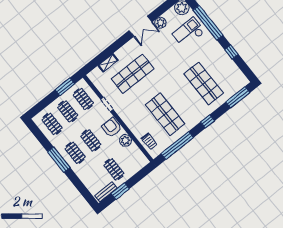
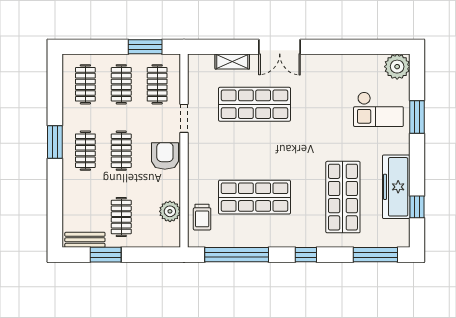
plant: (160, 23) -> (350, 64), removed
window: (208, 23) -> (417, 117), width x0.47
double door: (141, 26) -> (280, 47), moved
checkout: (189, 33) -> (378, 109), turned 180
window: (231, 52) -> (417, 207), moved
freezer: (223, 60) -> (396, 187), added
shop shelf: (165, 114) -> (255, 197), turned 90
plant: (126, 140) -> (170, 211), moved
window: (59, 160) -> (55, 142), width x0.69

